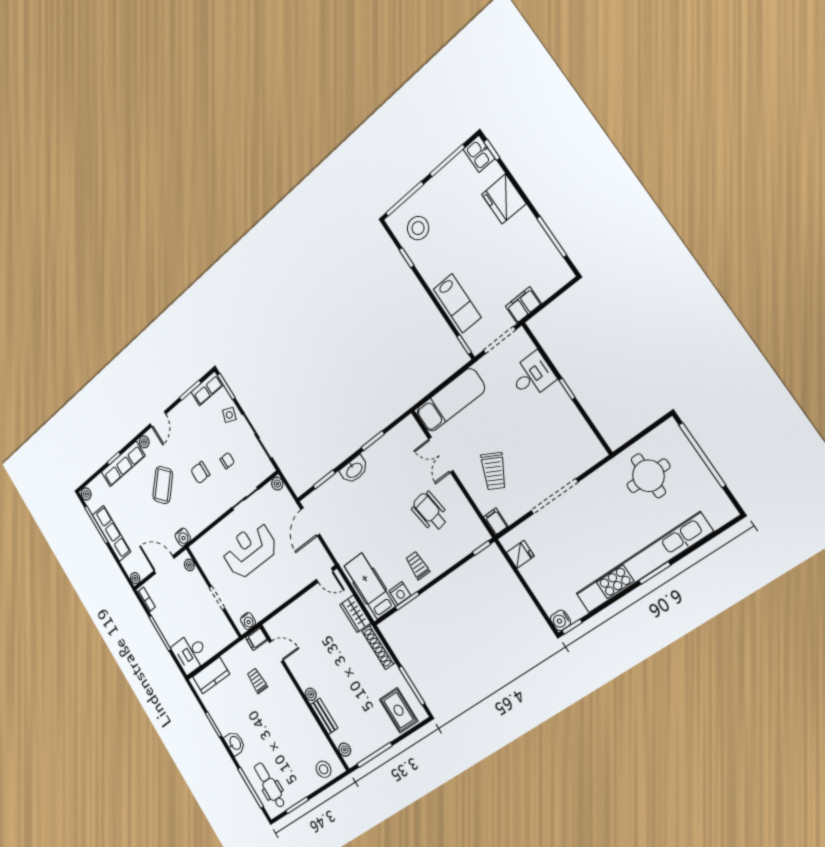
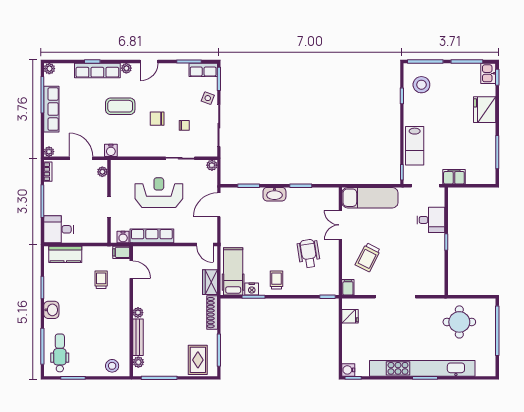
coffee table: (163, 485) -> (120, 106), turned 44
row of seats: (272, 601) -> (152, 236), added
bench: (324, 716) -> (138, 337), width x1.36

